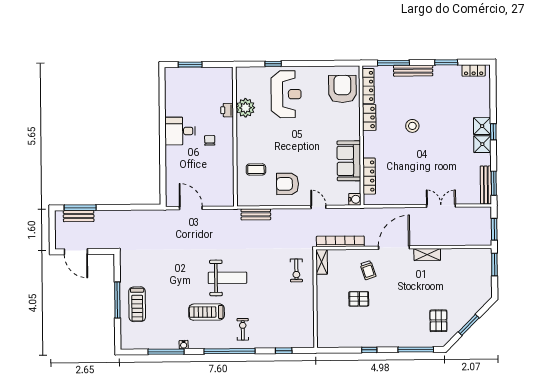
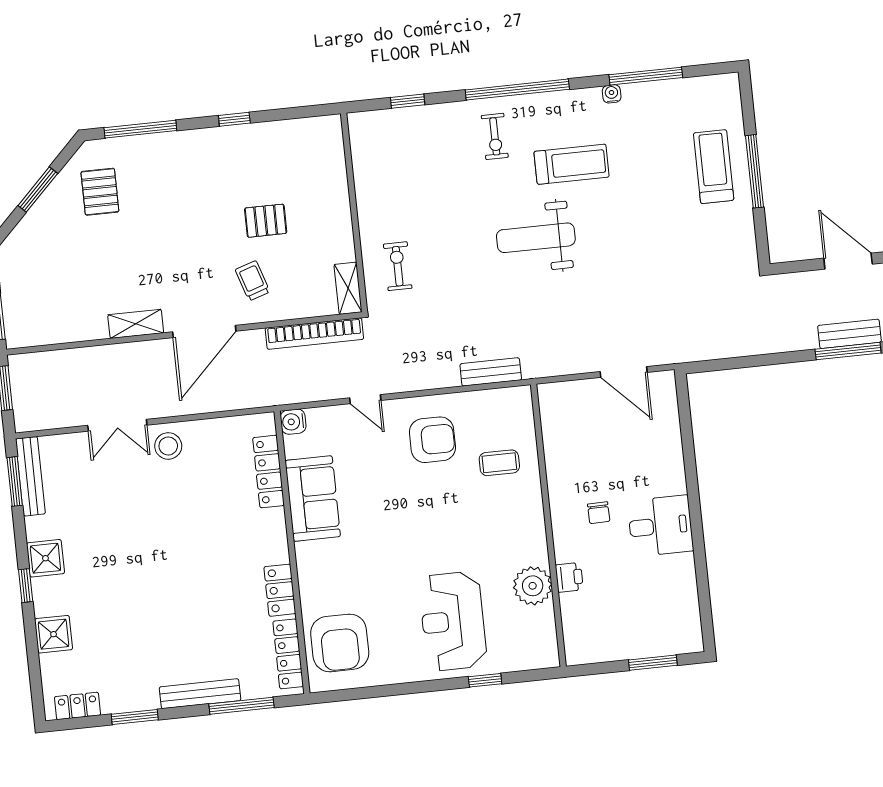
stool: (412, 126) -> (168, 446), moved
shower: (482, 126) -> (54, 634), moved

